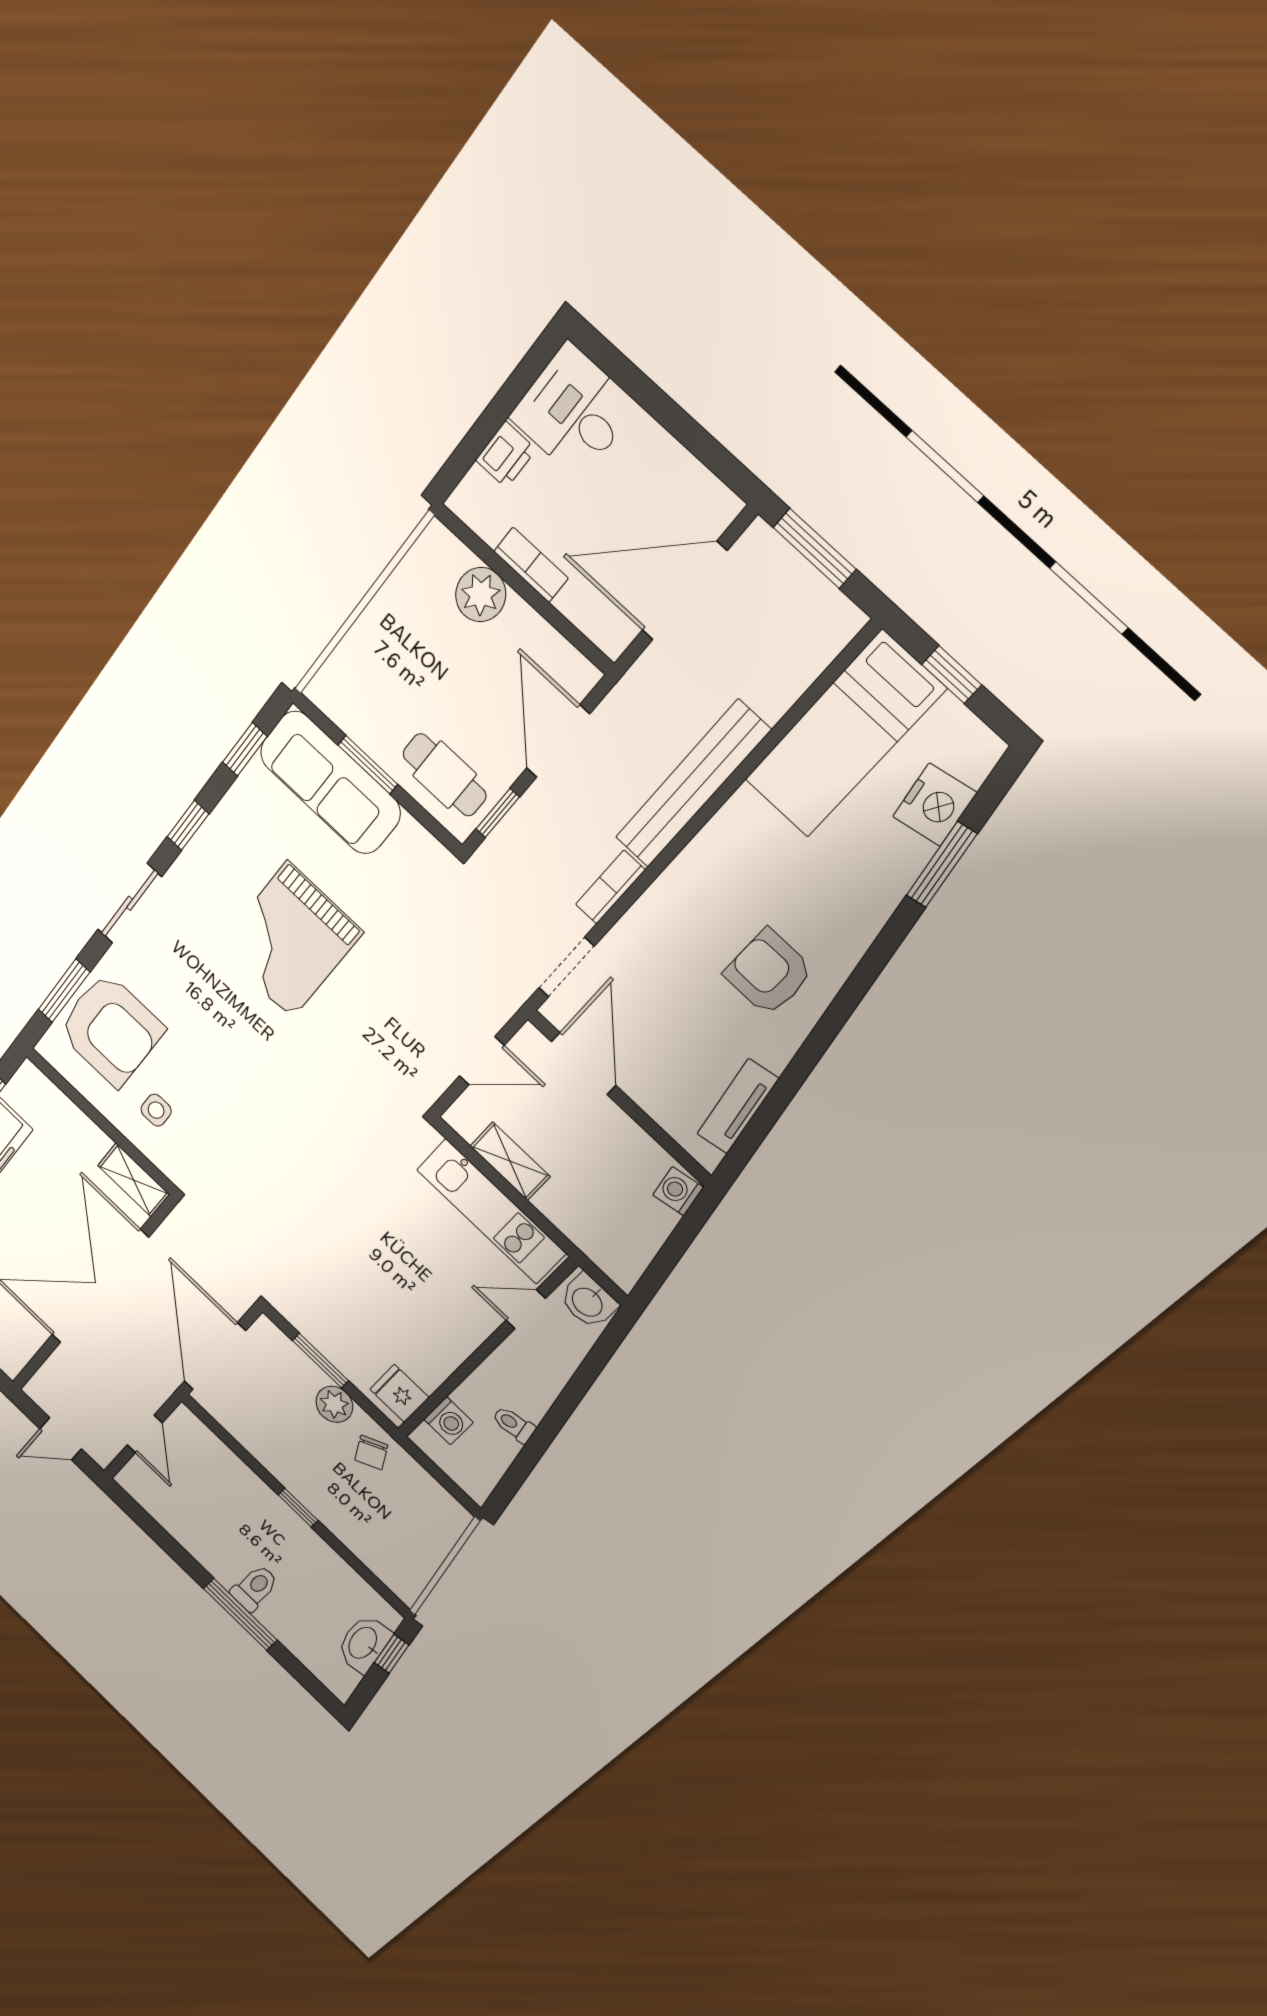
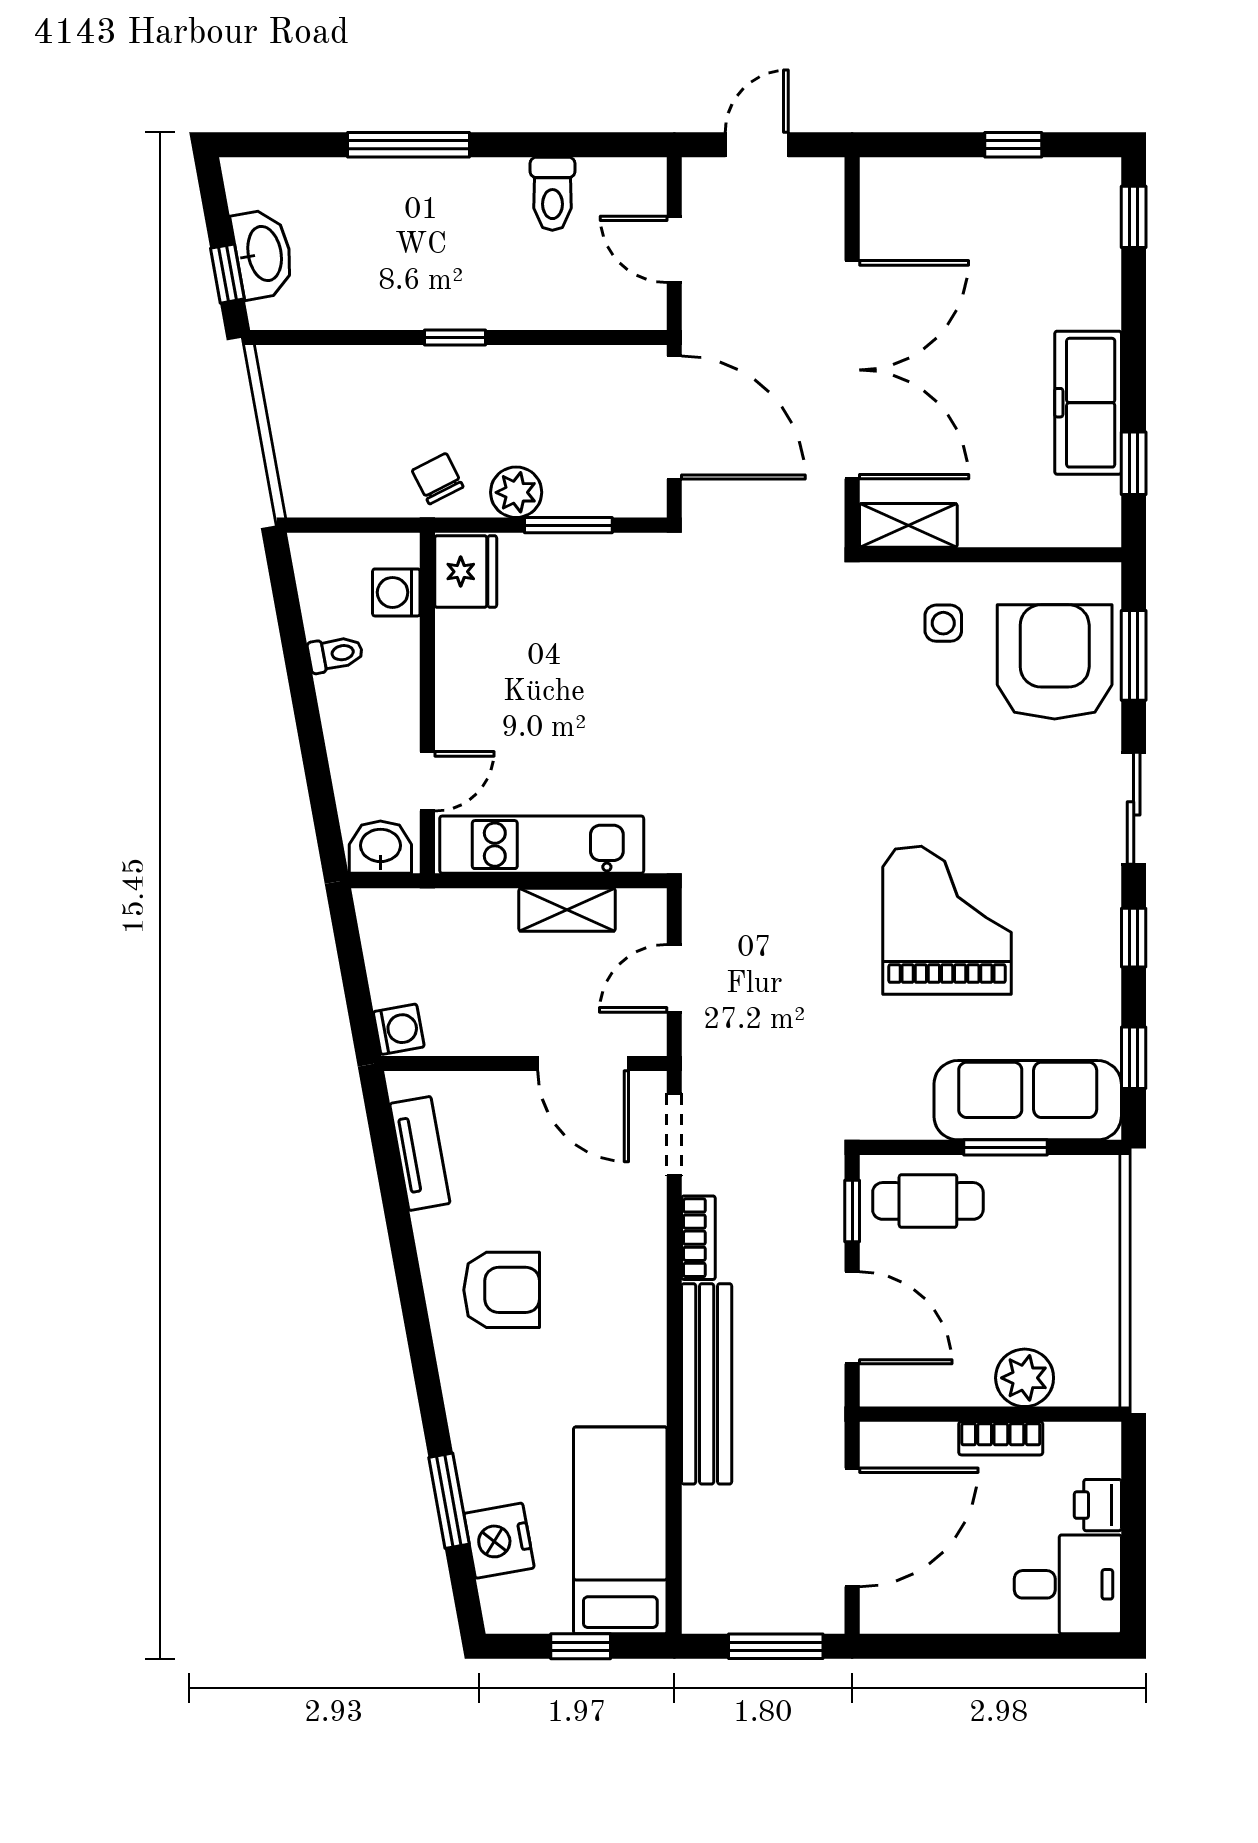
armchair: (111, 1029) -> (1055, 662), turned 90
fridge: (399, 1393) -> (466, 572), width x1.38
toilet: (255, 1588) -> (552, 194), moved

